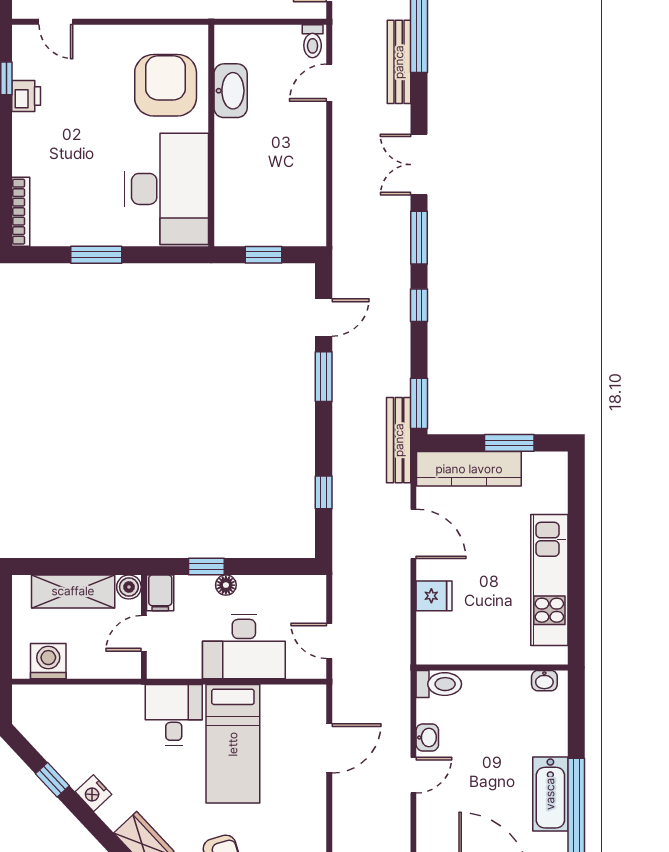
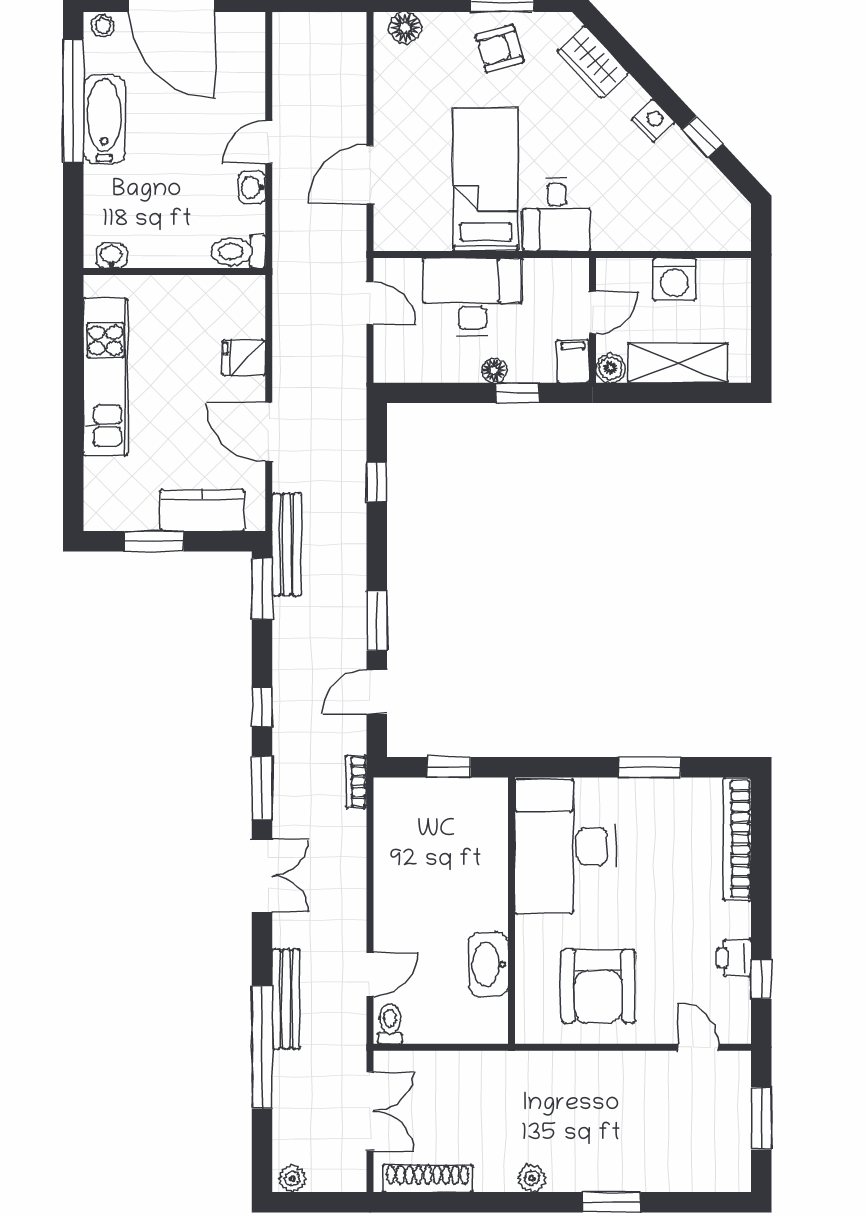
armchair: (166, 85) -> (598, 986), moved
bookcase: (21, 212) -> (737, 839), width x1.48, depth x1.31
bookcase: (341, 243) -> (356, 782), added
kitchen counter: (469, 469) -> (202, 510), width x0.67
washing machine: (48, 661) -> (675, 279), moved

